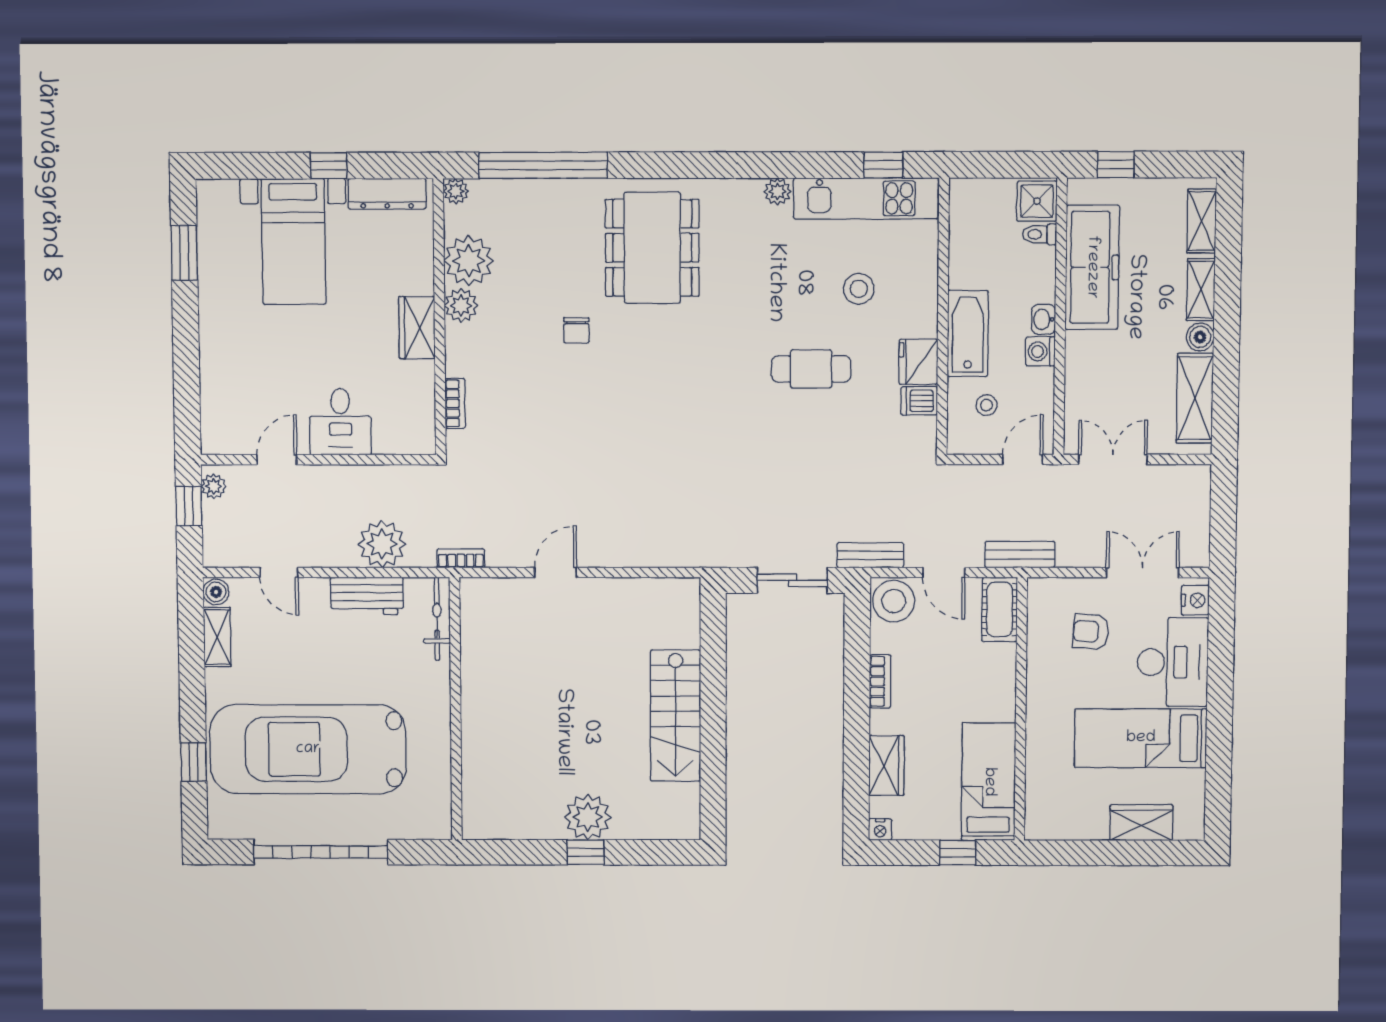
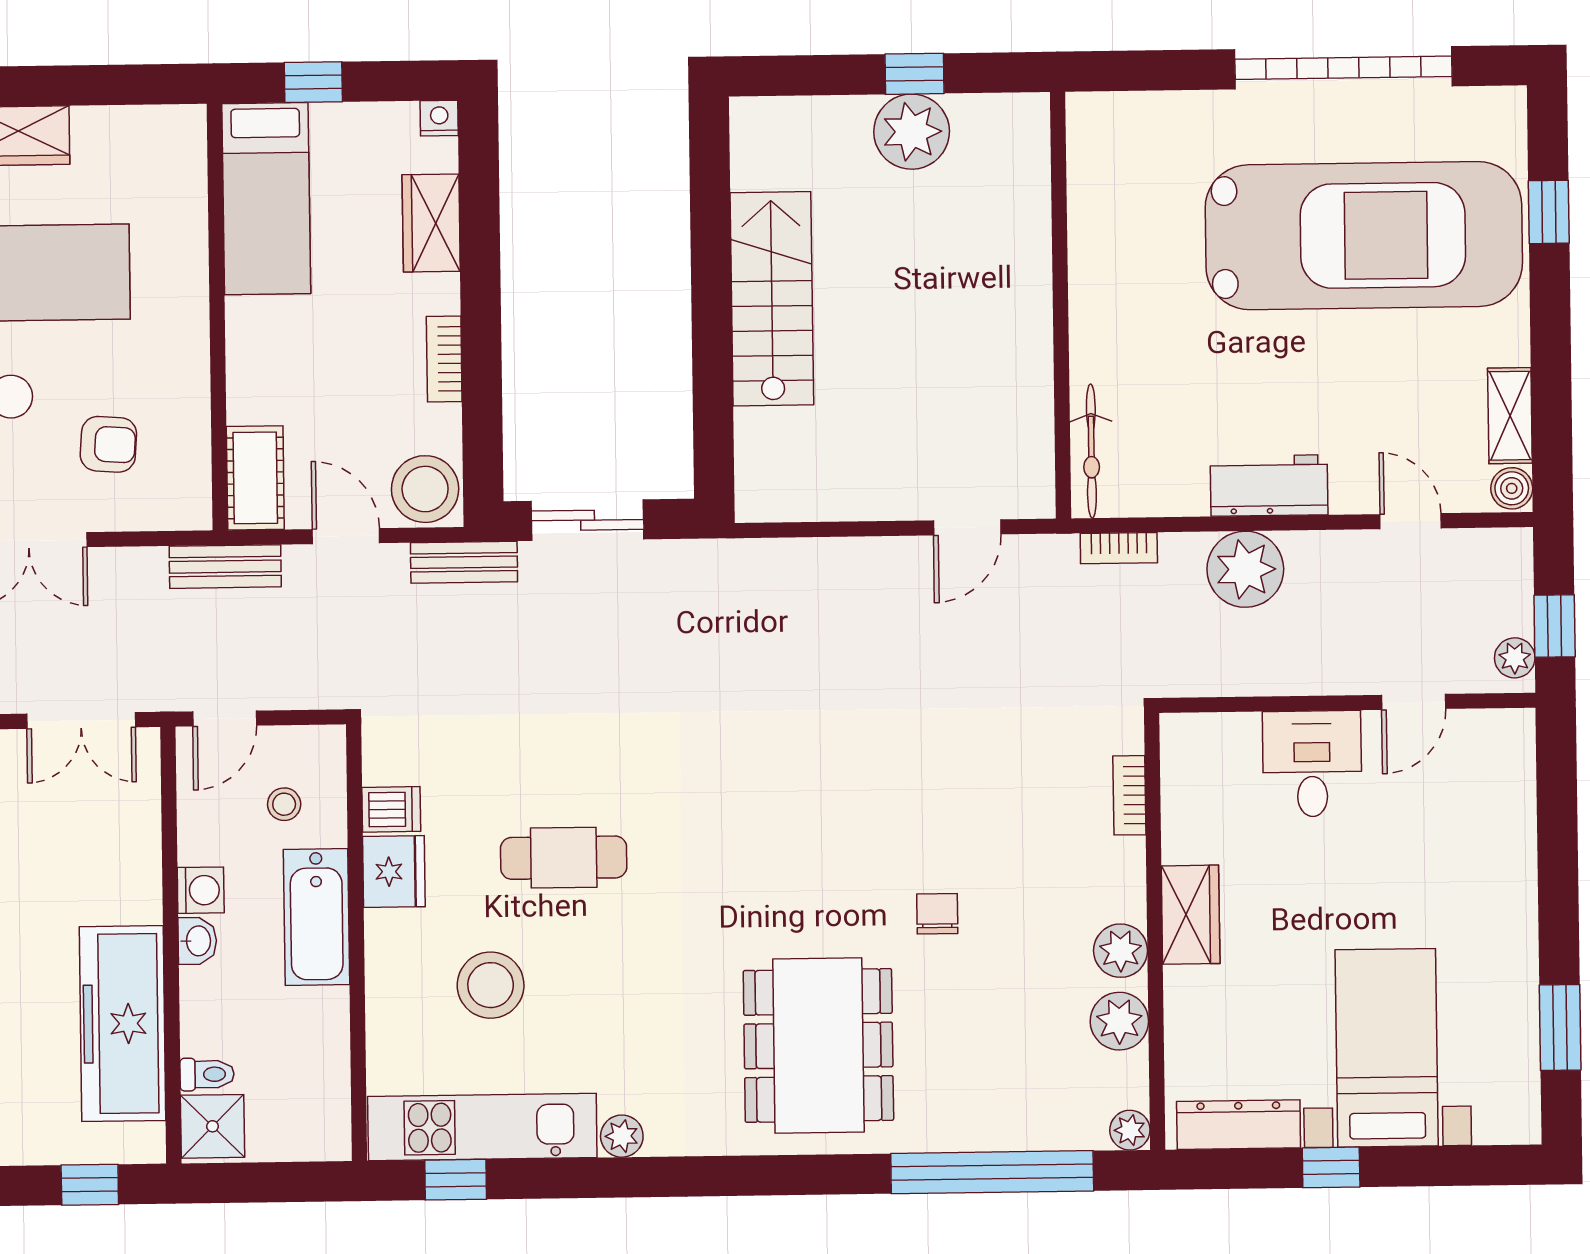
plant: (469, 261) -> (1119, 1021), width x0.73, depth x0.73
stool: (859, 289) -> (491, 985), width x1.38, depth x1.38
bicycle: (437, 619) -> (1091, 451), moved
wall: (456, 709) -> (1061, 305), moved

